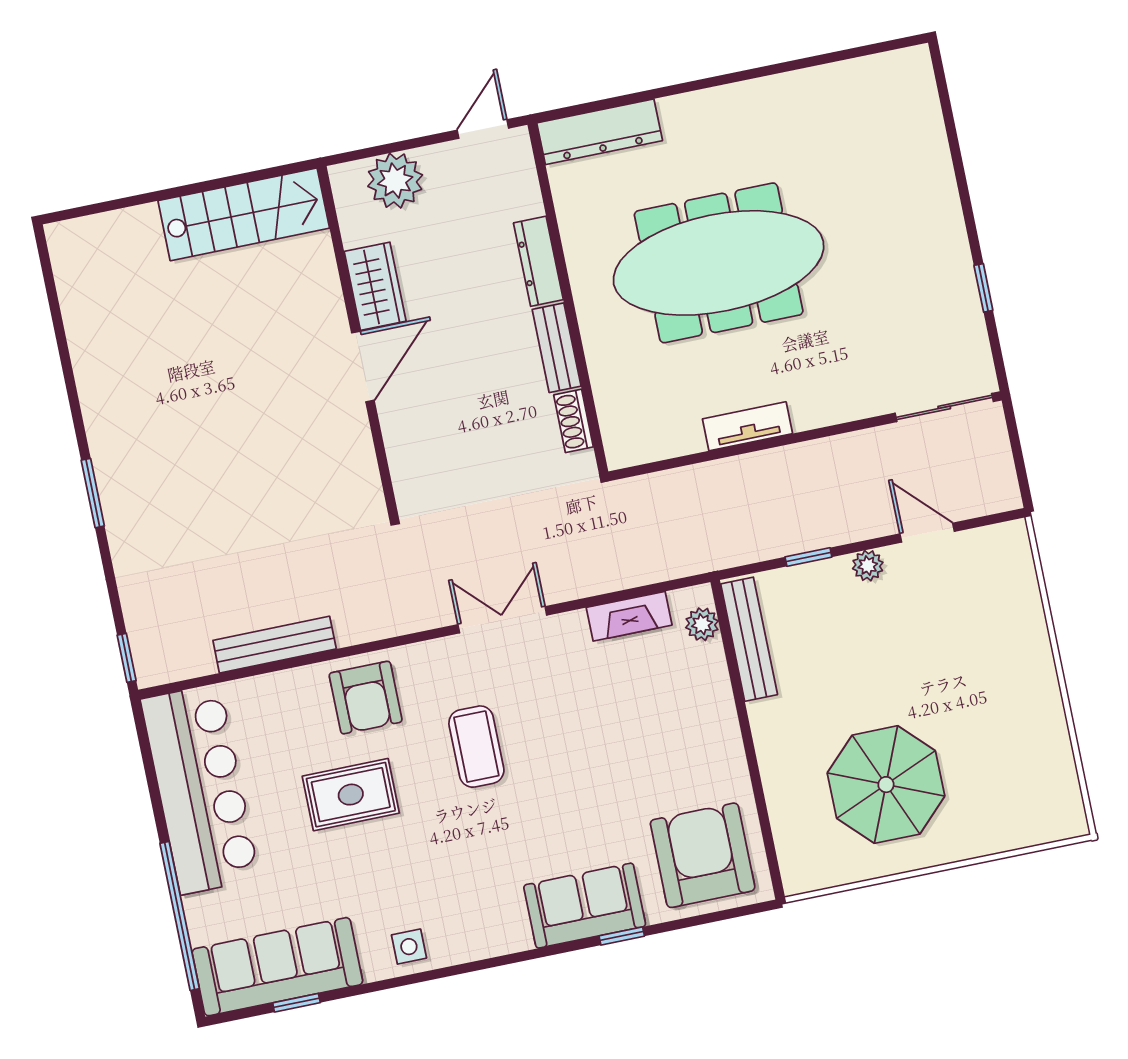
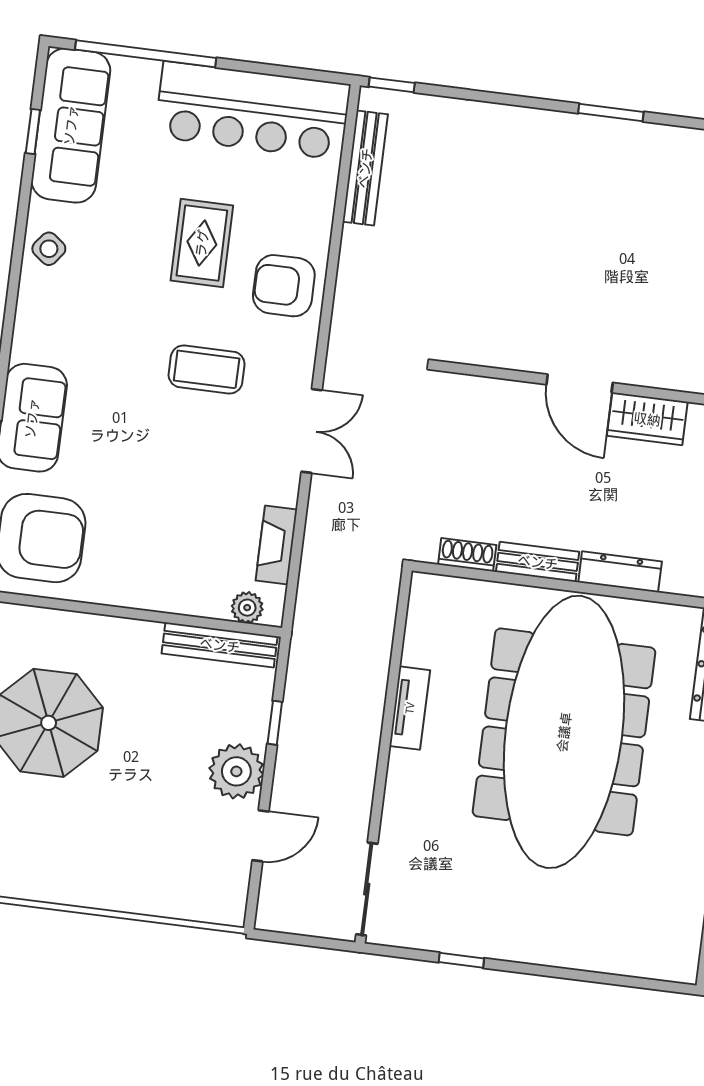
meeting table: (719, 263) -> (564, 732), width x1.36, depth x1.27
window: (93, 493) -> (611, 113), moved
plant: (868, 566) -> (236, 771), width x1.87, depth x1.87
bench: (275, 645) -> (365, 168), moved
side table: (409, 947) -> (49, 249), turned 38

